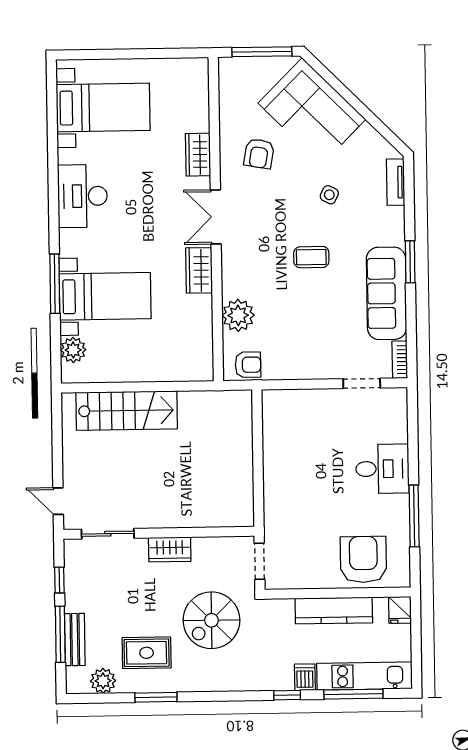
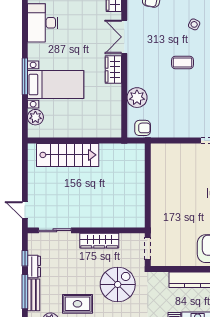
wardrobe: (170, 549) -> (99, 241), width x1.50
dresser: (75, 593) -> (34, 267), added
spiral stairs: (211, 620) -> (118, 284), turned 180

